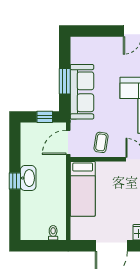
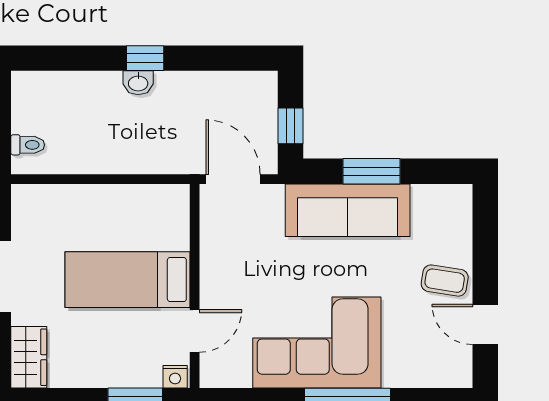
coffee table: (101, 142) -> (445, 281), moved
washbasin: (28, 178) -> (138, 83), width x0.52, depth x0.69
bed: (83, 189) -> (128, 280), moved

